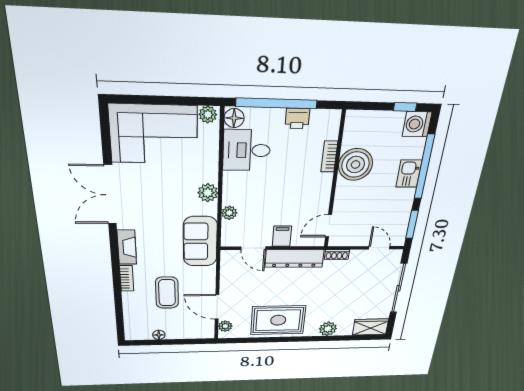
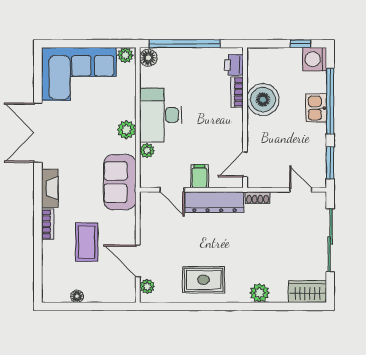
printer: (297, 118) -> (234, 65), moved, turned 90
desk: (247, 150) -> (161, 115), moved, width x1.37
rug: (278, 320) -> (204, 280), width x0.73, depth x0.70

